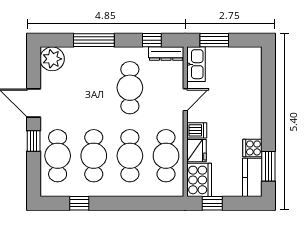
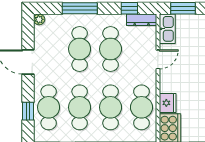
plant: (52, 59) -> (39, 19), width x0.53, depth x0.53
cafe table: (94, 88) -> (80, 49), added
dishwasher: (197, 130) -> (168, 86), removed
window: (34, 141) -> (28, 111), moved

